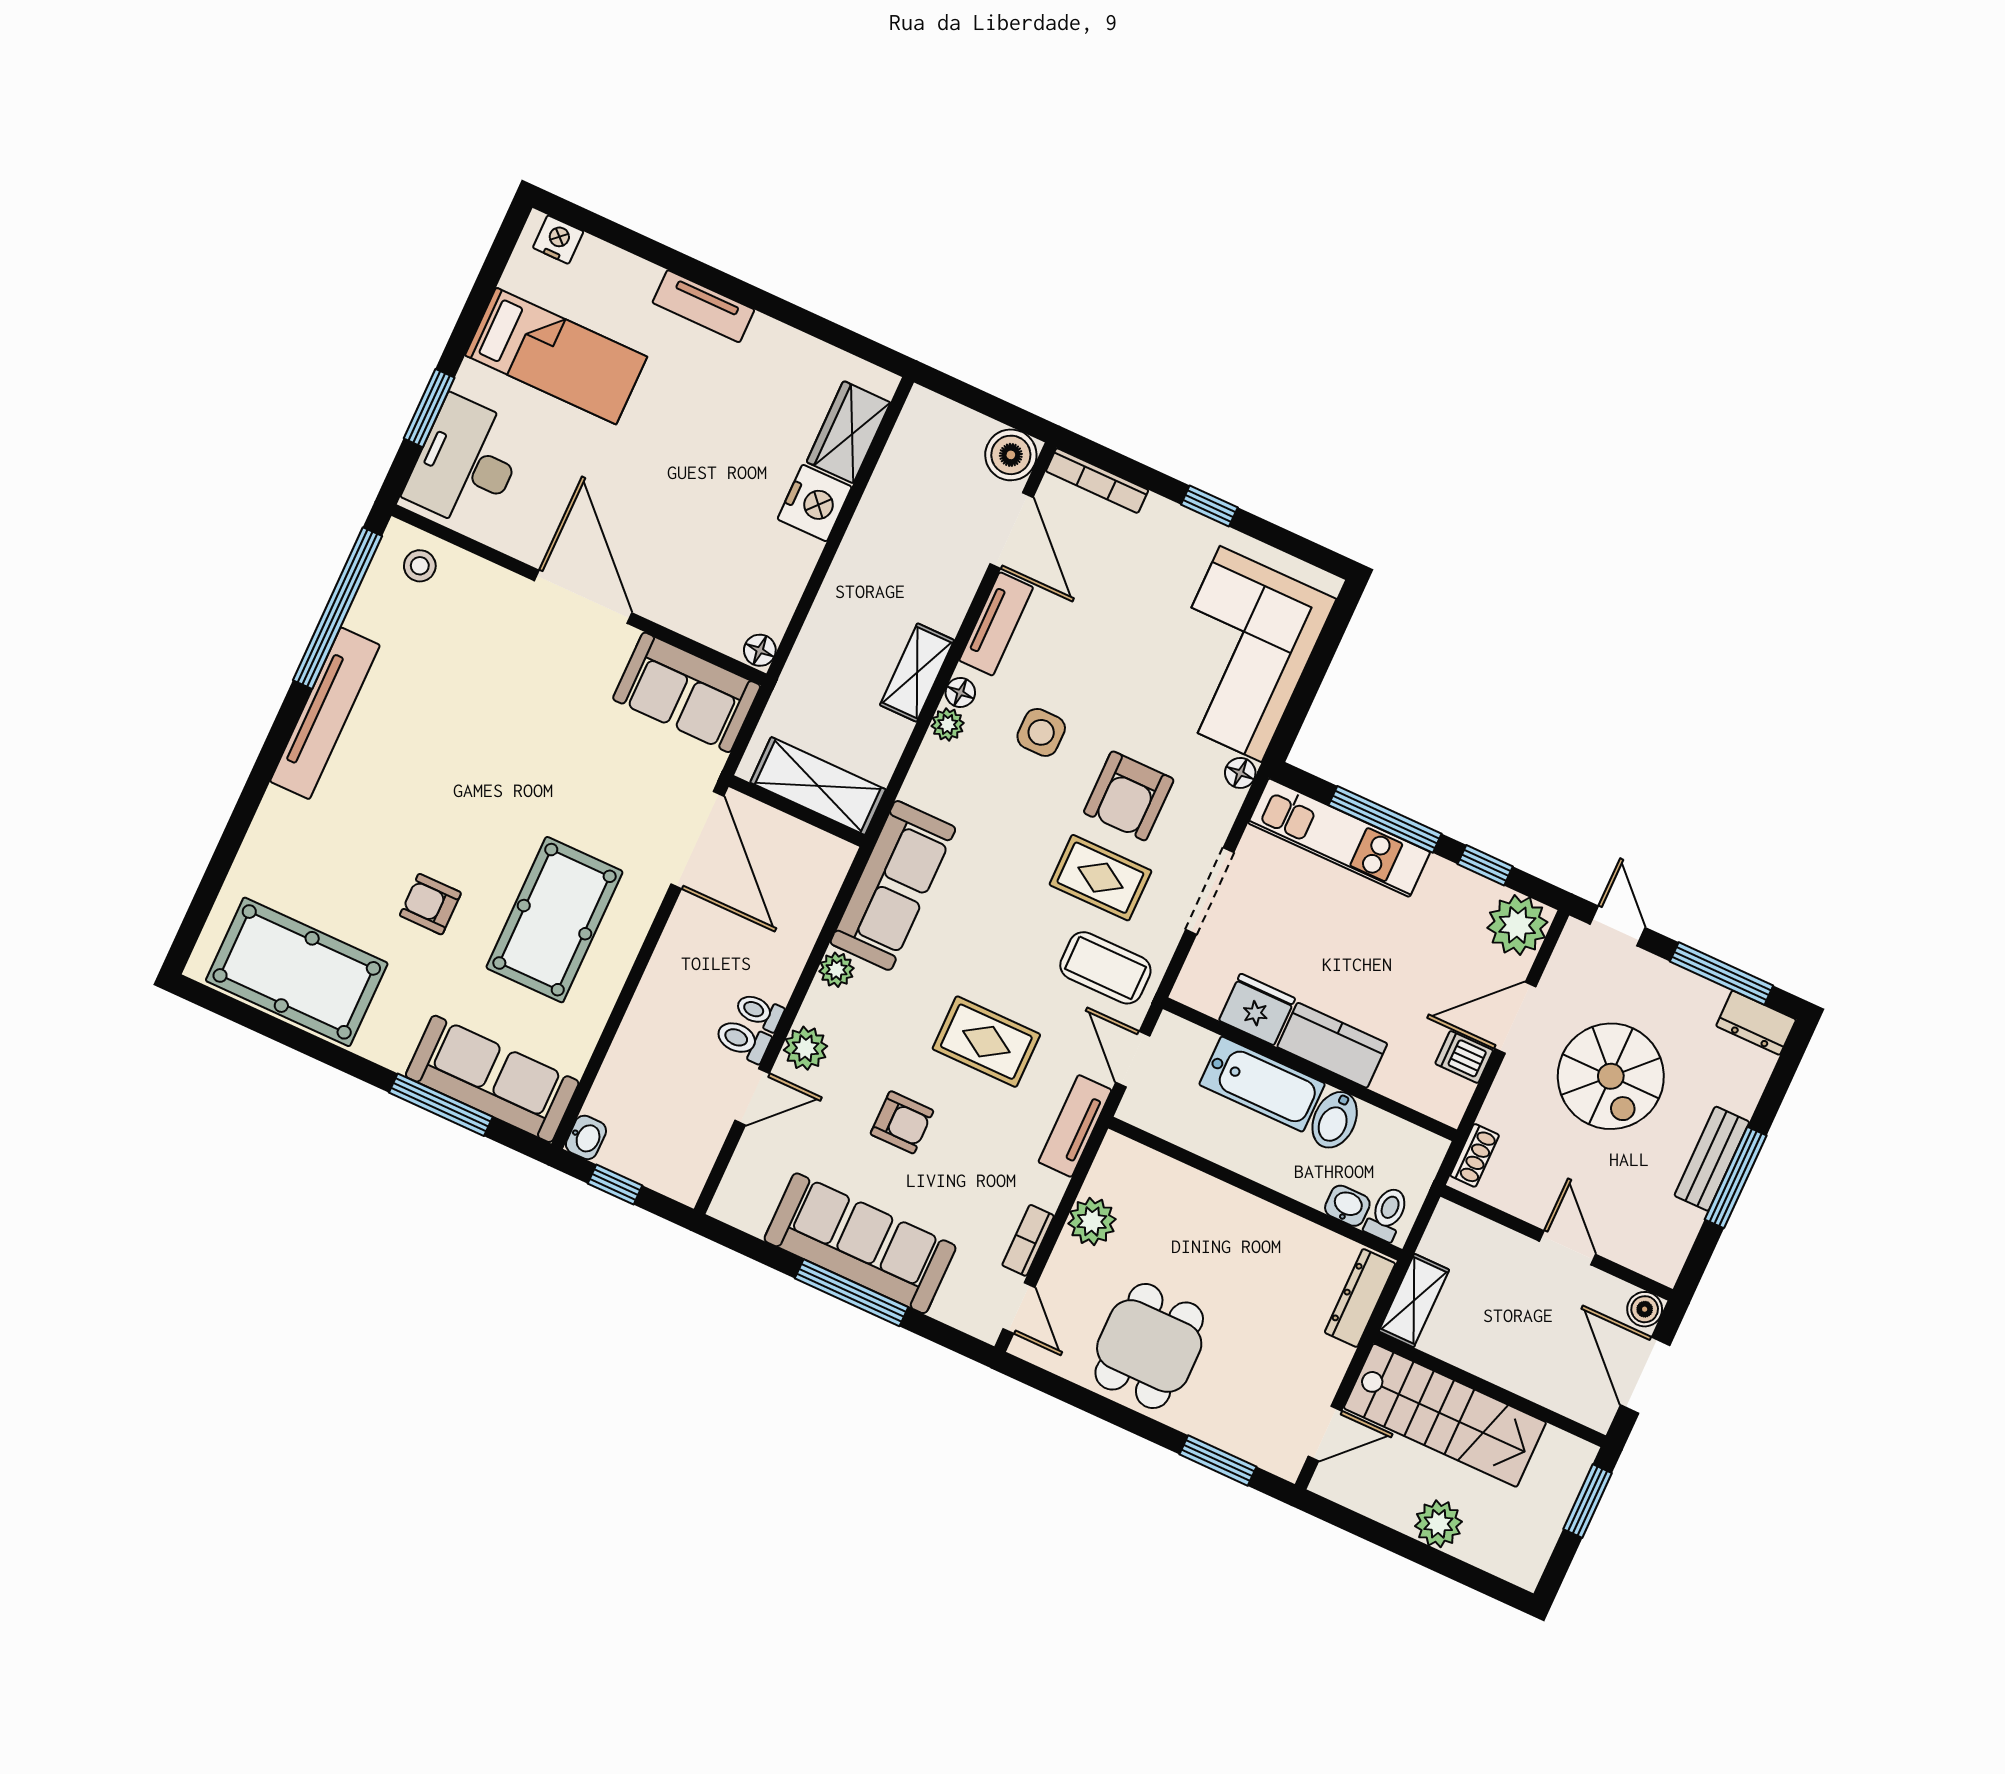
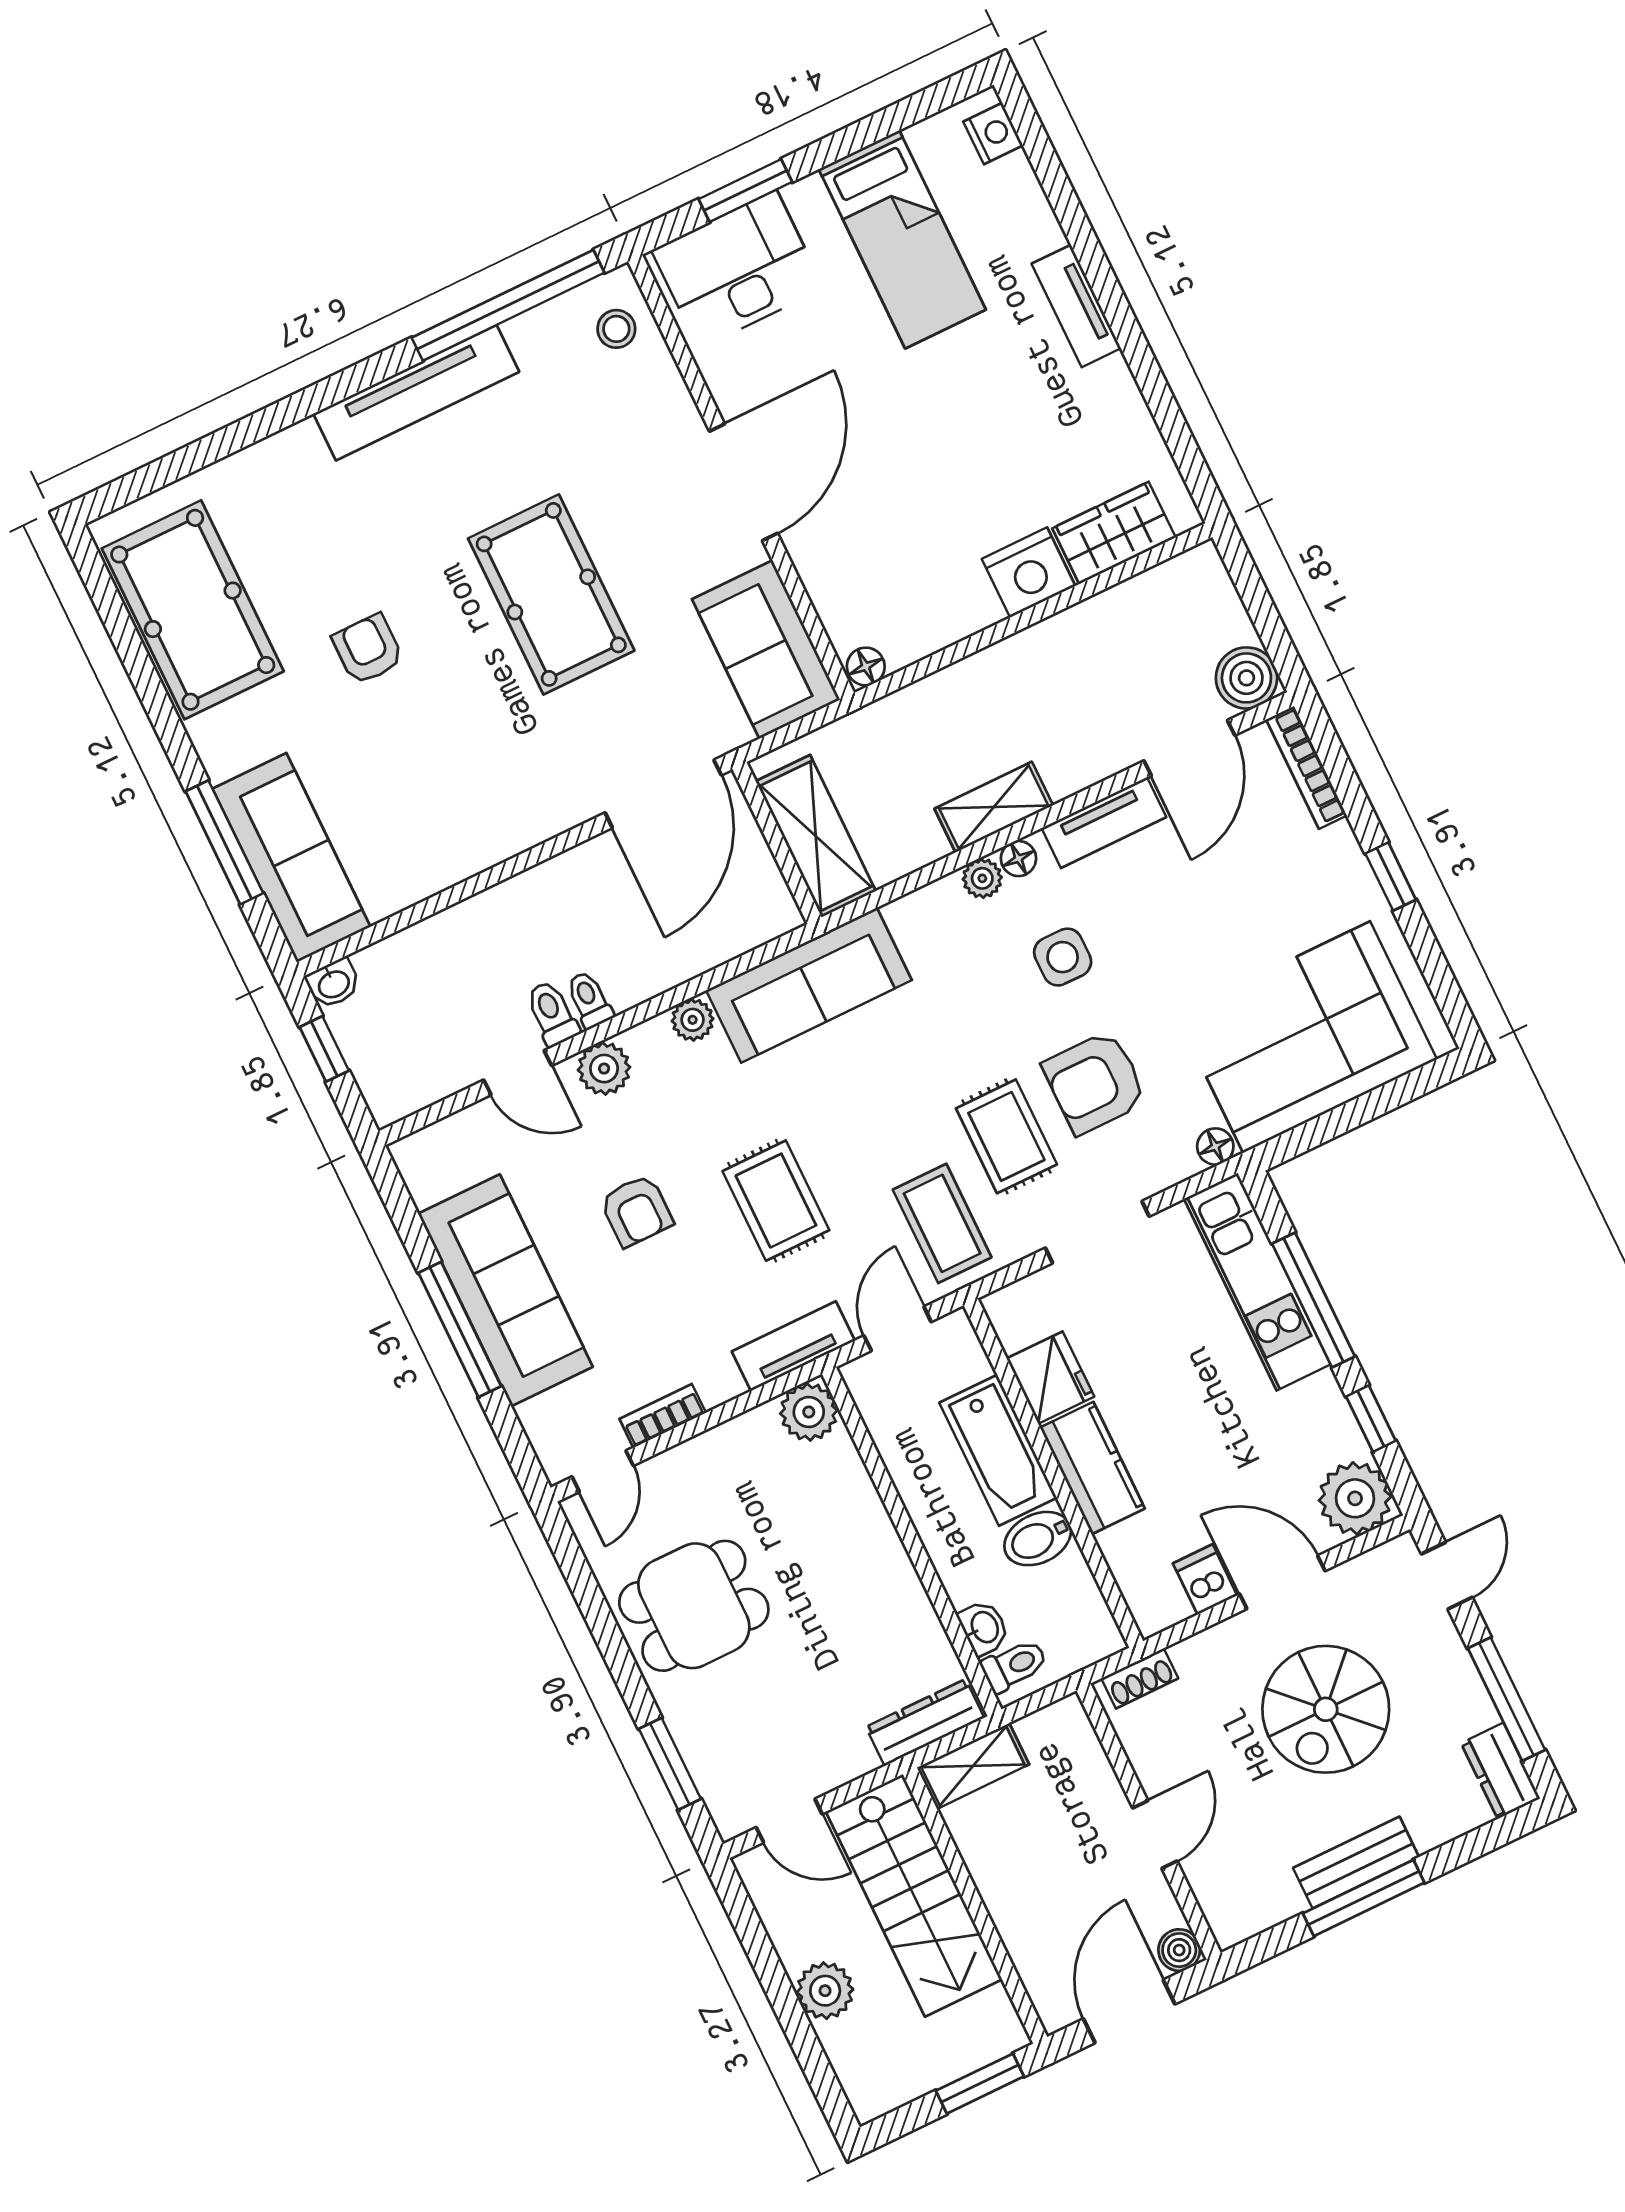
pool table: (554, 920) -> (551, 594), moved, turned 90
plant: (1092, 1221) -> (809, 1412), moved

